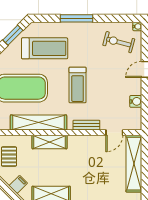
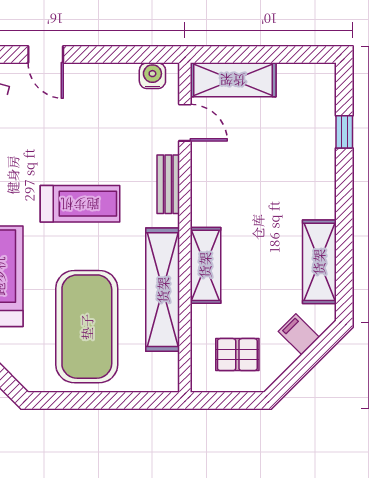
water cooler: (136, 101) -> (152, 76), moved
shelving: (134, 164) -> (233, 80), width x0.68

